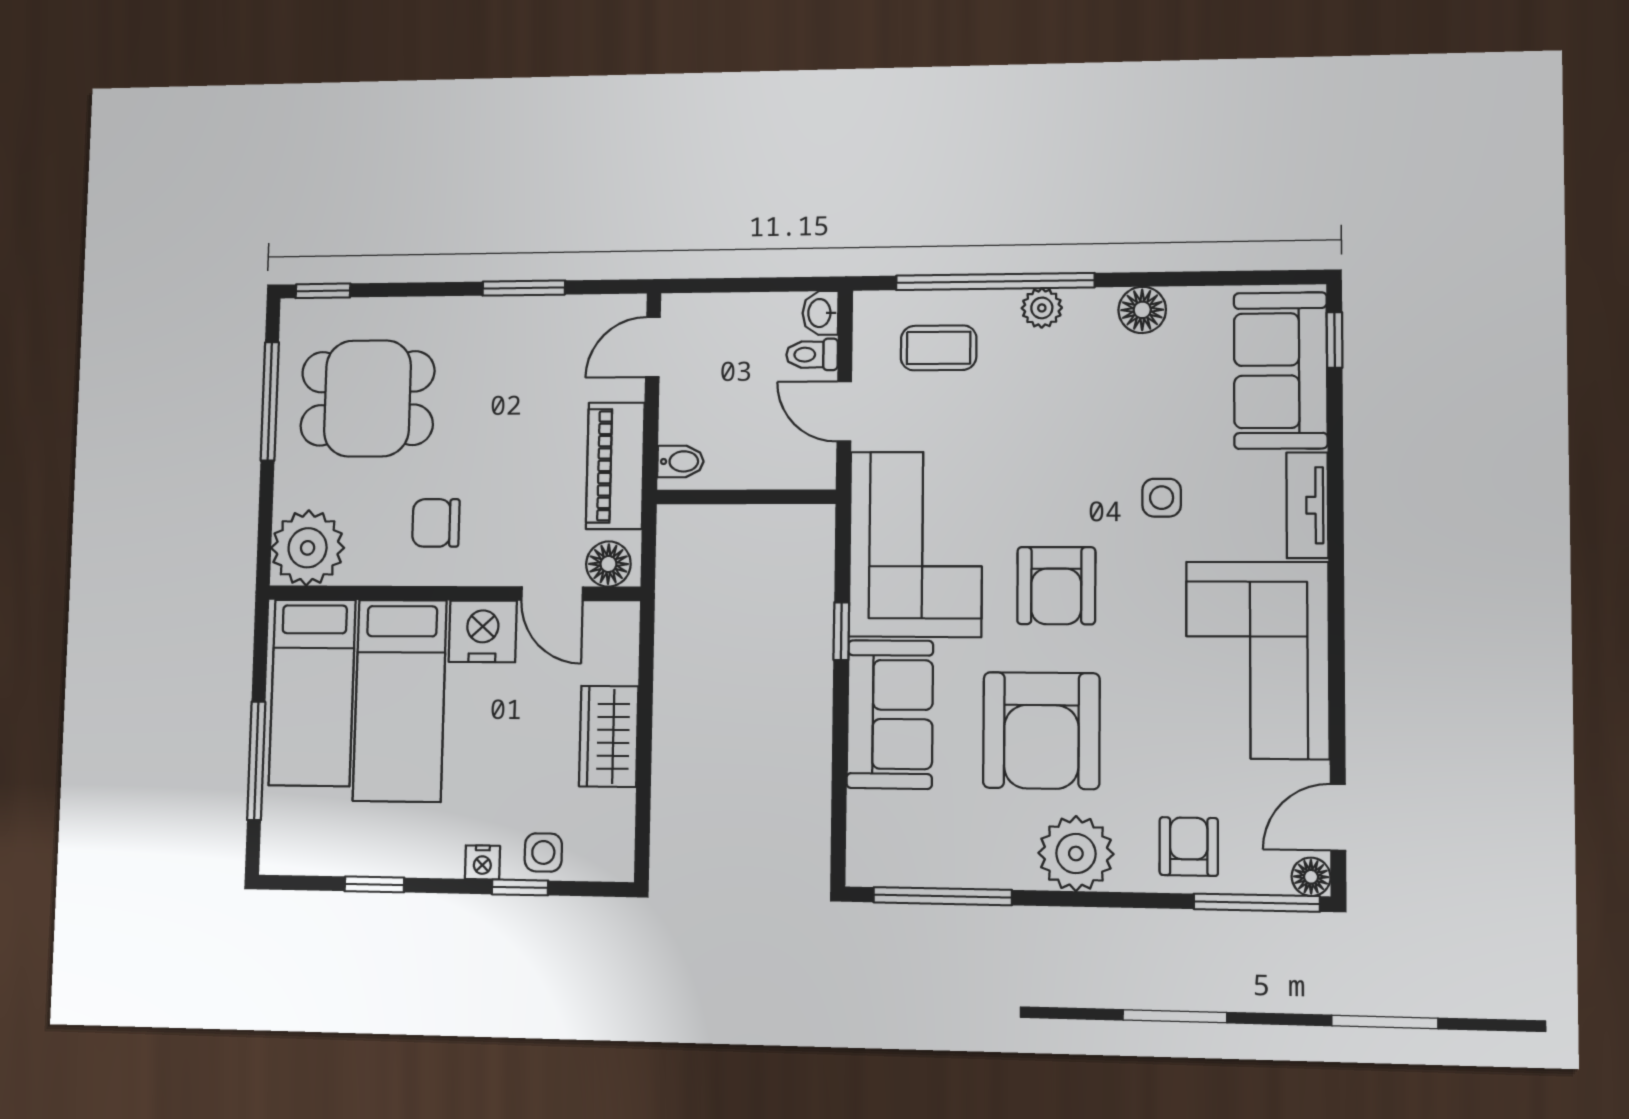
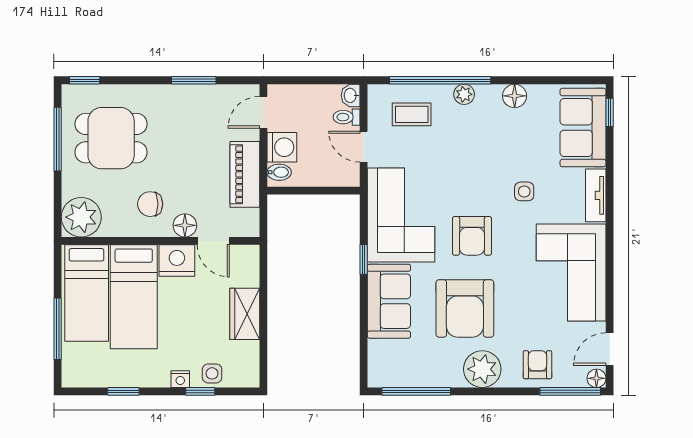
washing machine: (687, 413) -> (282, 147), added
floor lamp: (608, 564) -> (185, 225), moved

